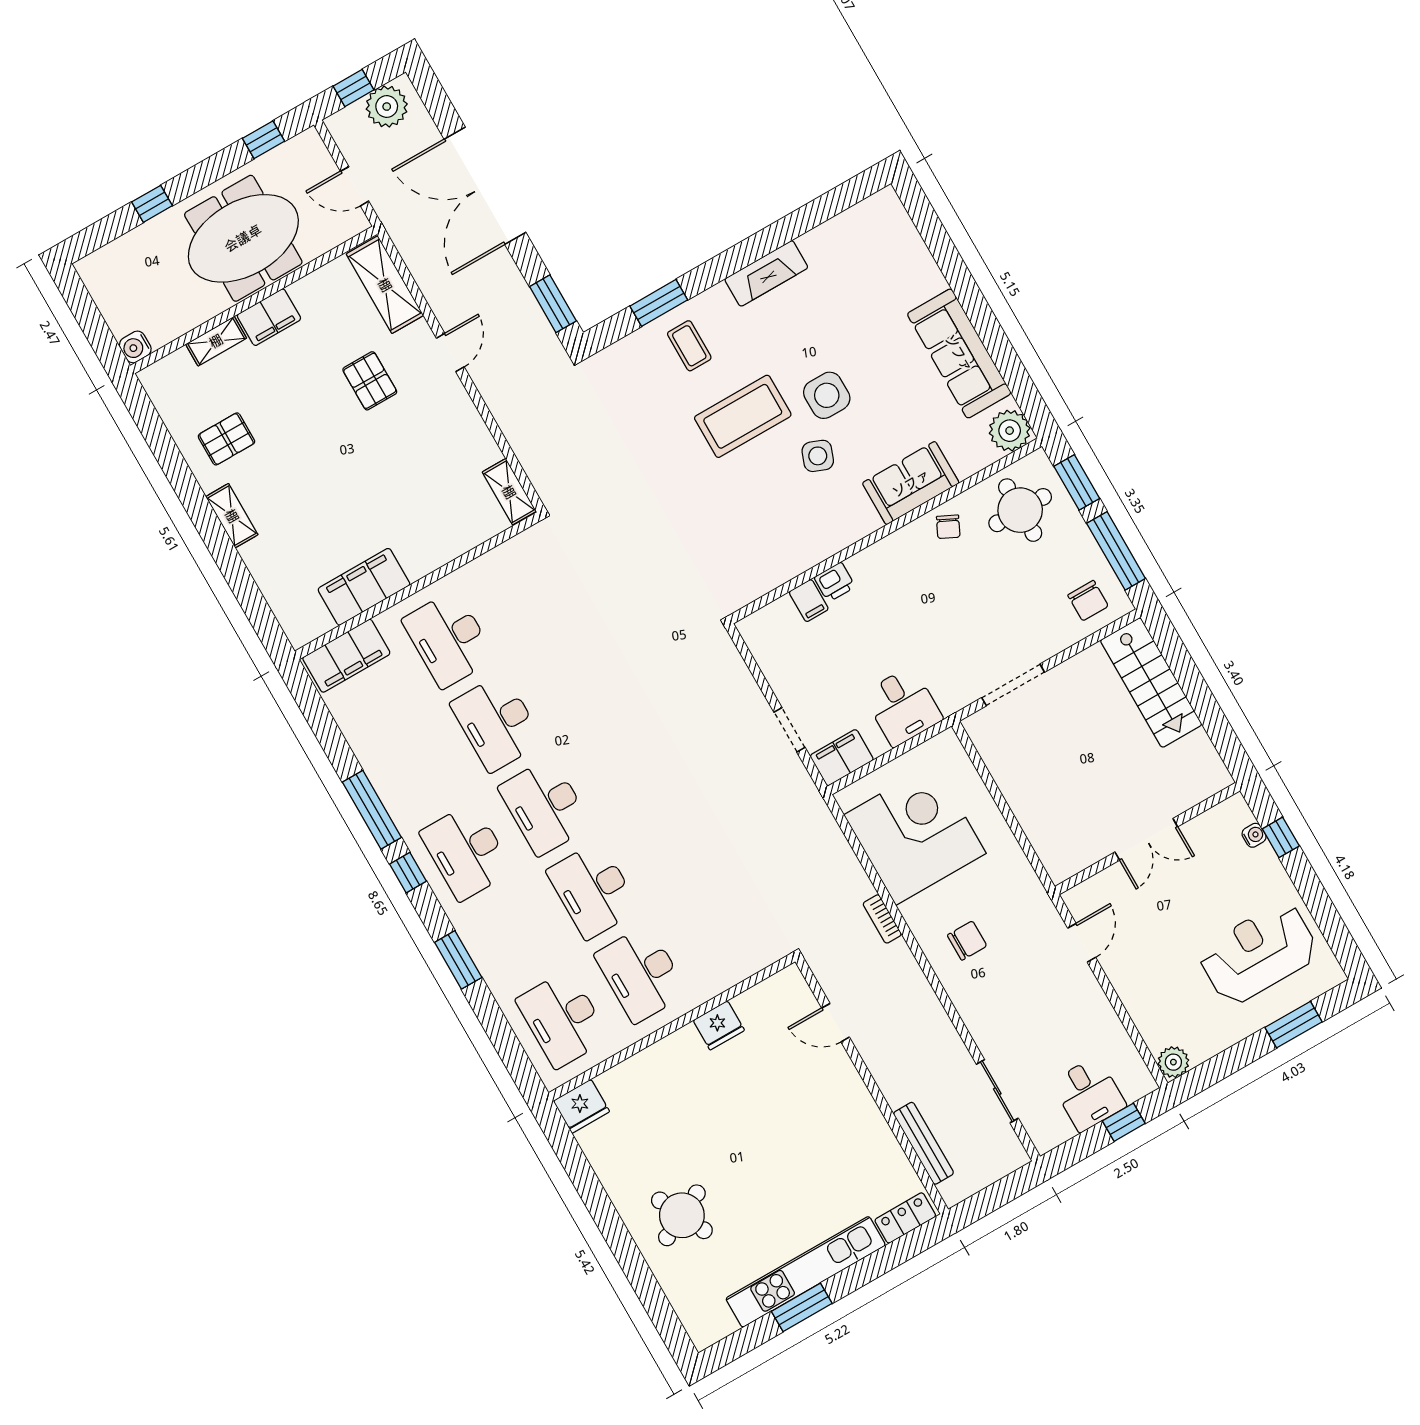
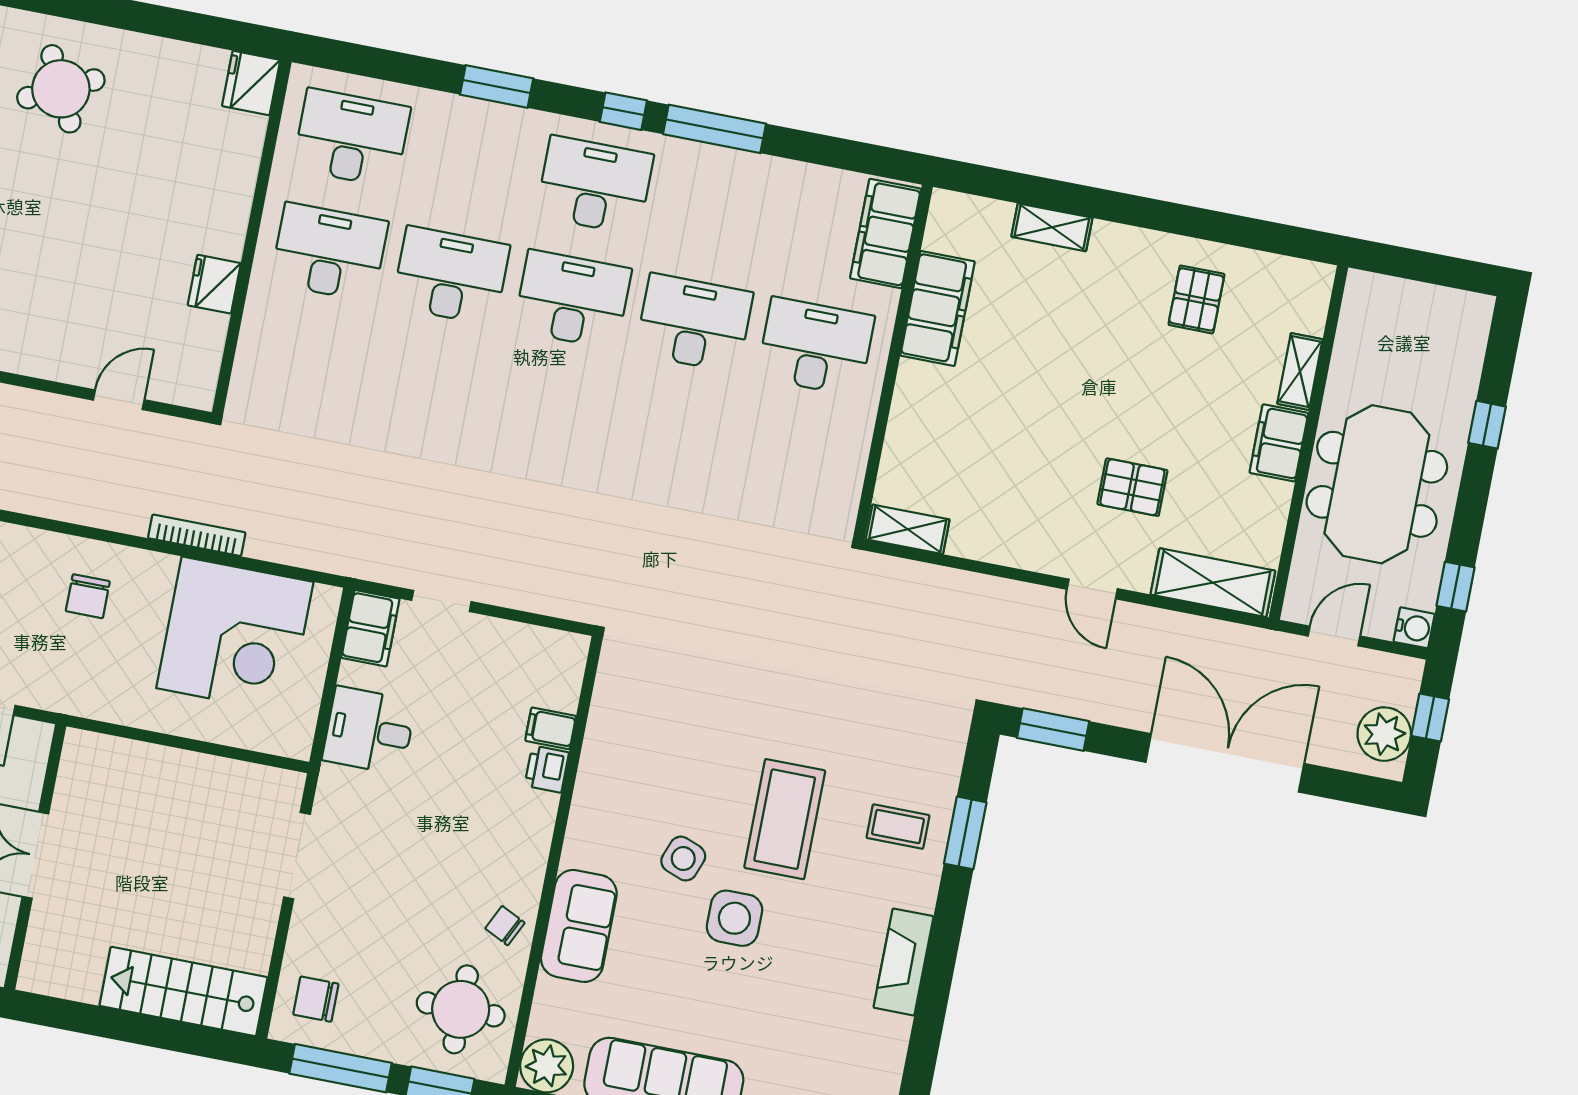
water cooler: (135, 347) -> (1414, 628), moved, turned 90
shelving: (232, 516) -> (1052, 227), moved
bookcase: (882, 919) -> (197, 535), width x1.56

